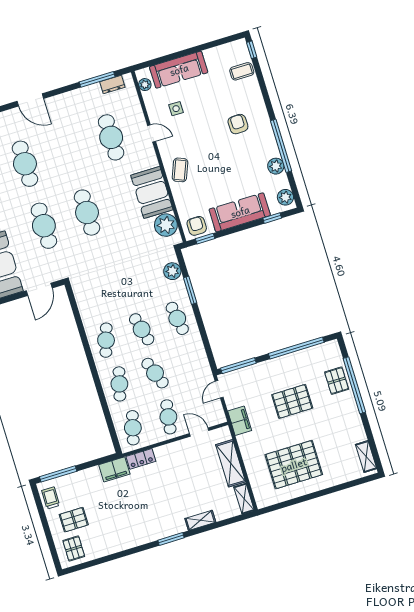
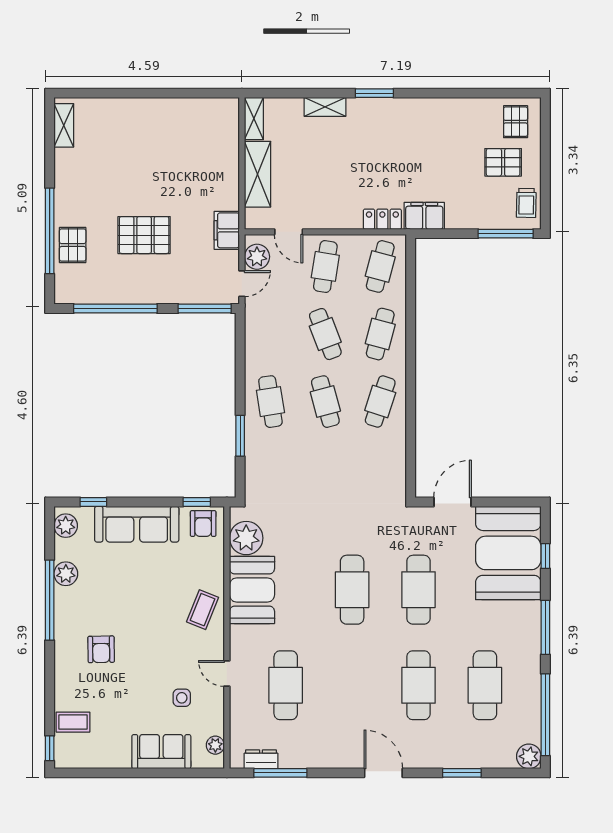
sofa: (179, 70) -> (161, 752), width x0.73
plant: (172, 271) -> (257, 257), moved
pallet: (294, 465) -> (169, 145), removed

